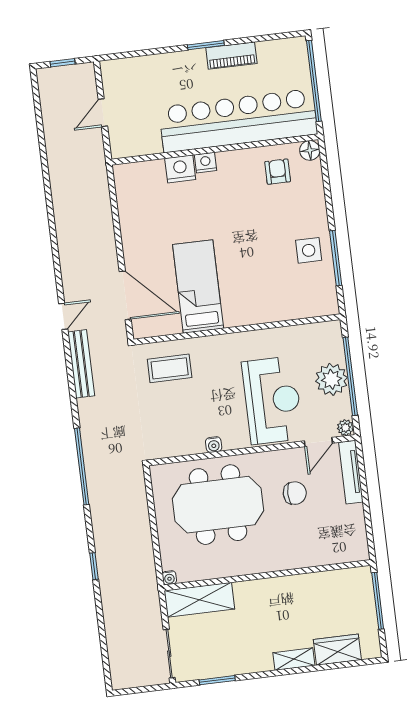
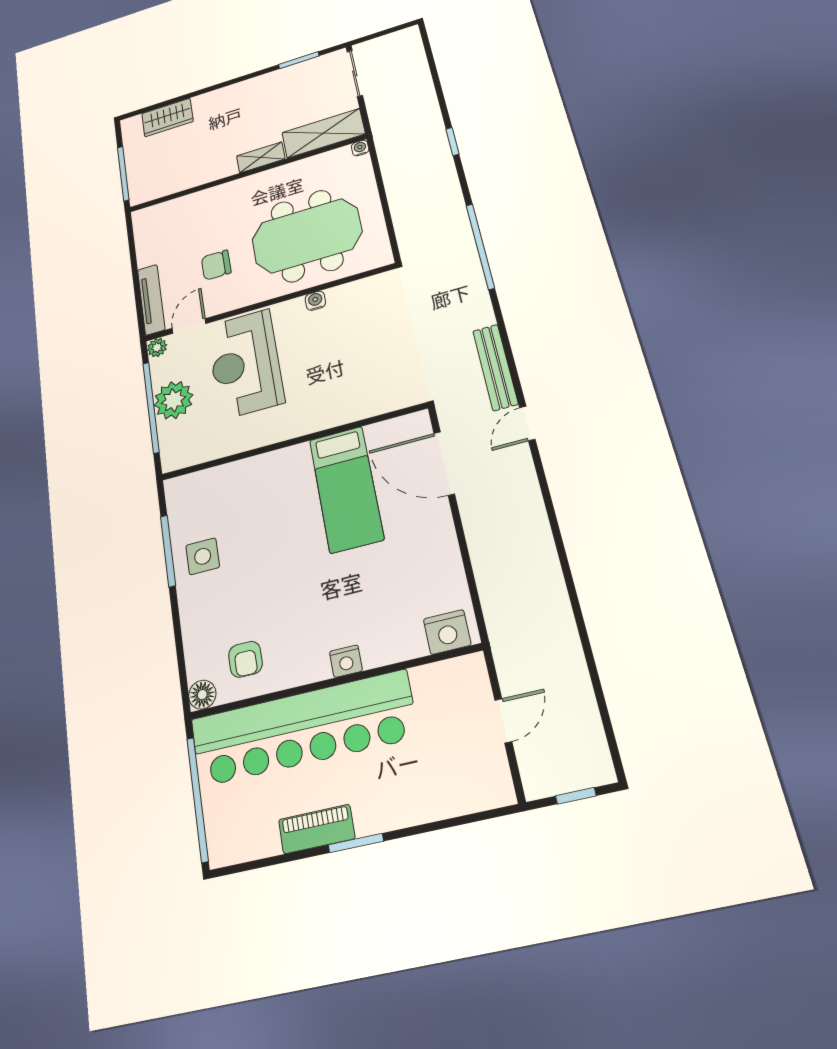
nightstand: (180, 169) -> (447, 632), moved
coffee table: (170, 368) -> (377, 380), removed
shelving: (294, 659) -> (261, 157), moved

